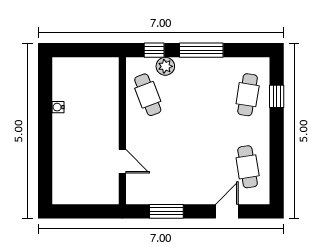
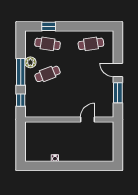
plant: (165, 66) -> (30, 62), moved
cafe table: (148, 95) -> (48, 74), moved
door: (227, 211) -> (118, 70), moved

